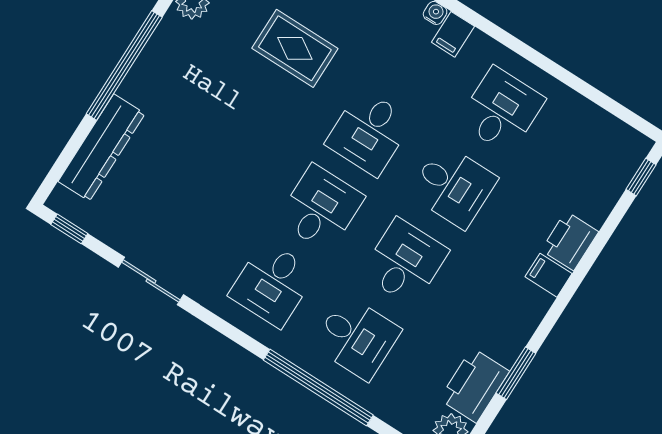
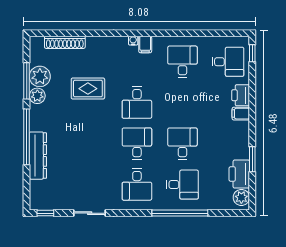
dresser: (102, 148) -> (38, 156), moved
desk: (453, 186) -> (228, 62), moved

